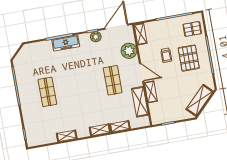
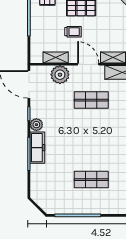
shelving: (141, 34) -> (56, 57), moved
plant: (96, 37) -> (36, 125), moved
door: (142, 72) -> (88, 64), hinge flipped

